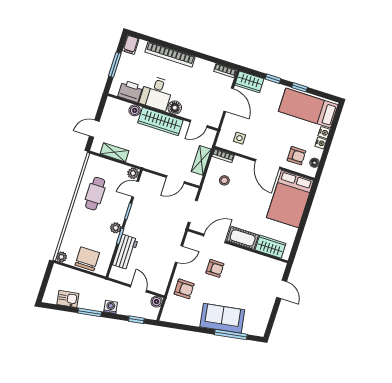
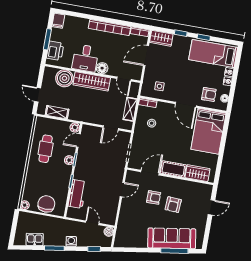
bookcase: (170, 54) -> (109, 27), moved
printer: (130, 91) -> (55, 51), moved, turned 90
door: (229, 100) -> (146, 56), swing flipped
boiler: (135, 110) -> (64, 78), width x1.86, depth x1.86
door: (199, 124) -> (124, 79), hinge flipped
door: (94, 129) -> (38, 95), hinge flipped
plant: (116, 228) -> (69, 160), moved
armchair: (184, 289) -> (173, 205), moved, turned 93
door: (282, 289) -> (211, 207), hinge flipped
sofa: (222, 318) -> (172, 238), width x1.36

